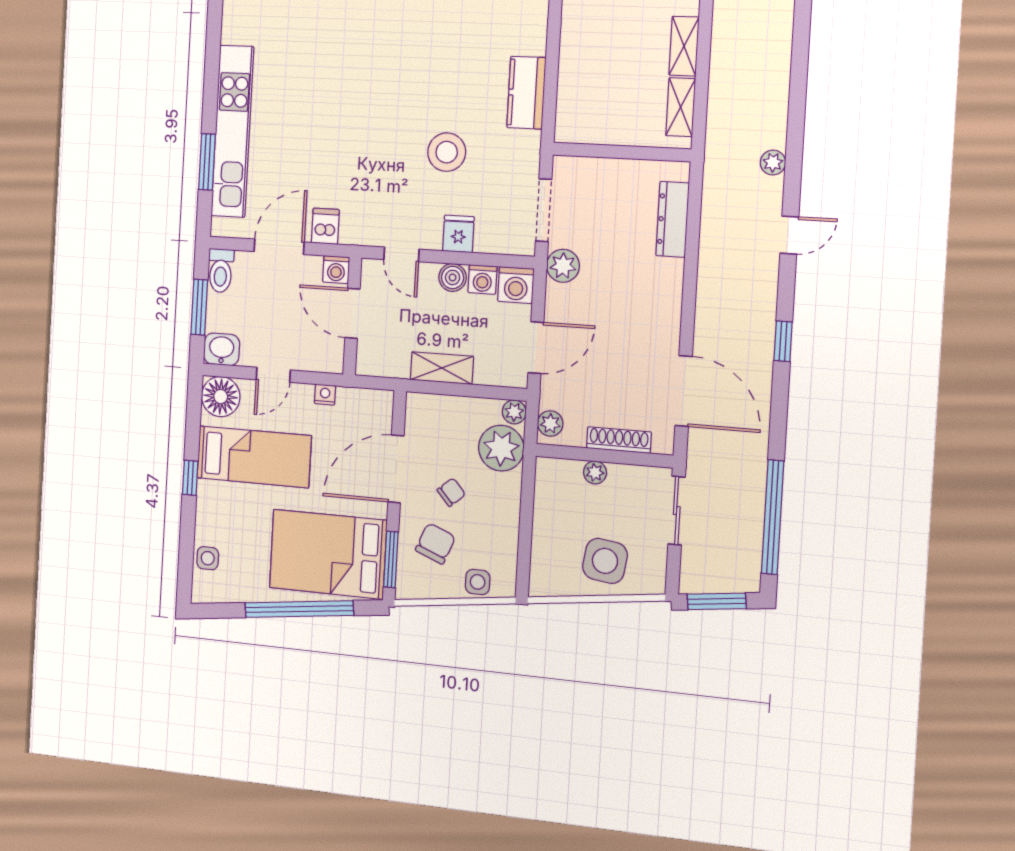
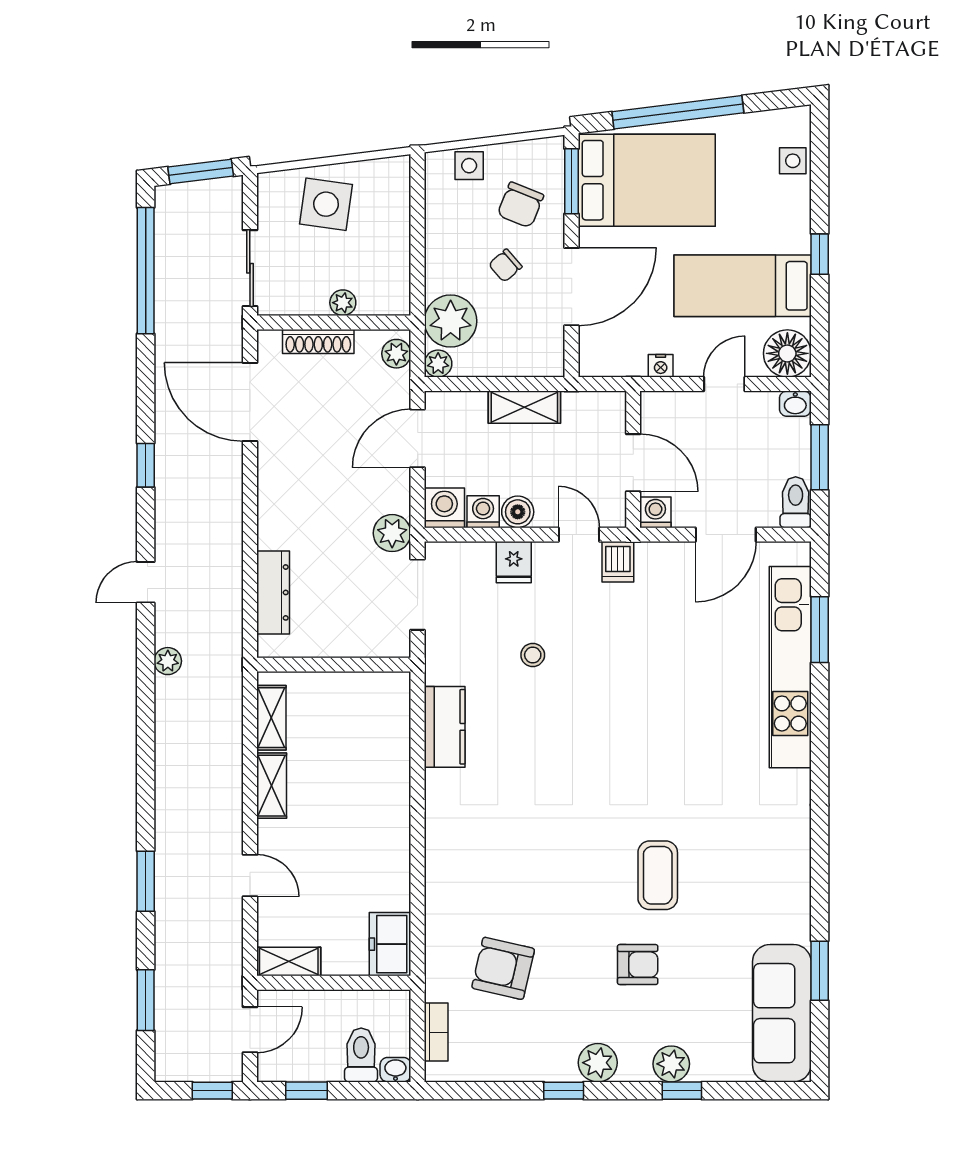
stool: (447, 152) -> (533, 655), width x0.53, depth x0.53
dishwasher: (325, 226) -> (618, 562), moved
washbasin: (222, 349) -> (795, 404), width x0.72, depth x0.69

